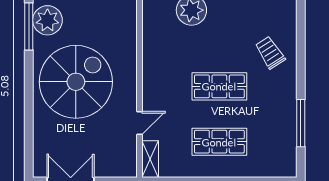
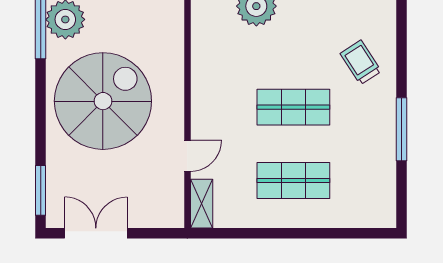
window: (301, 123) -> (401, 129), moved
window: (29, 149) -> (41, 190), added

